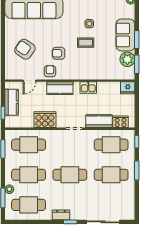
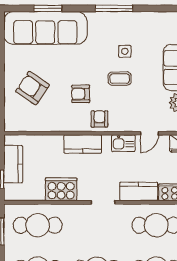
armchair: (50, 71) -> (99, 119), moved
door: (29, 81) -> (149, 133), moved

